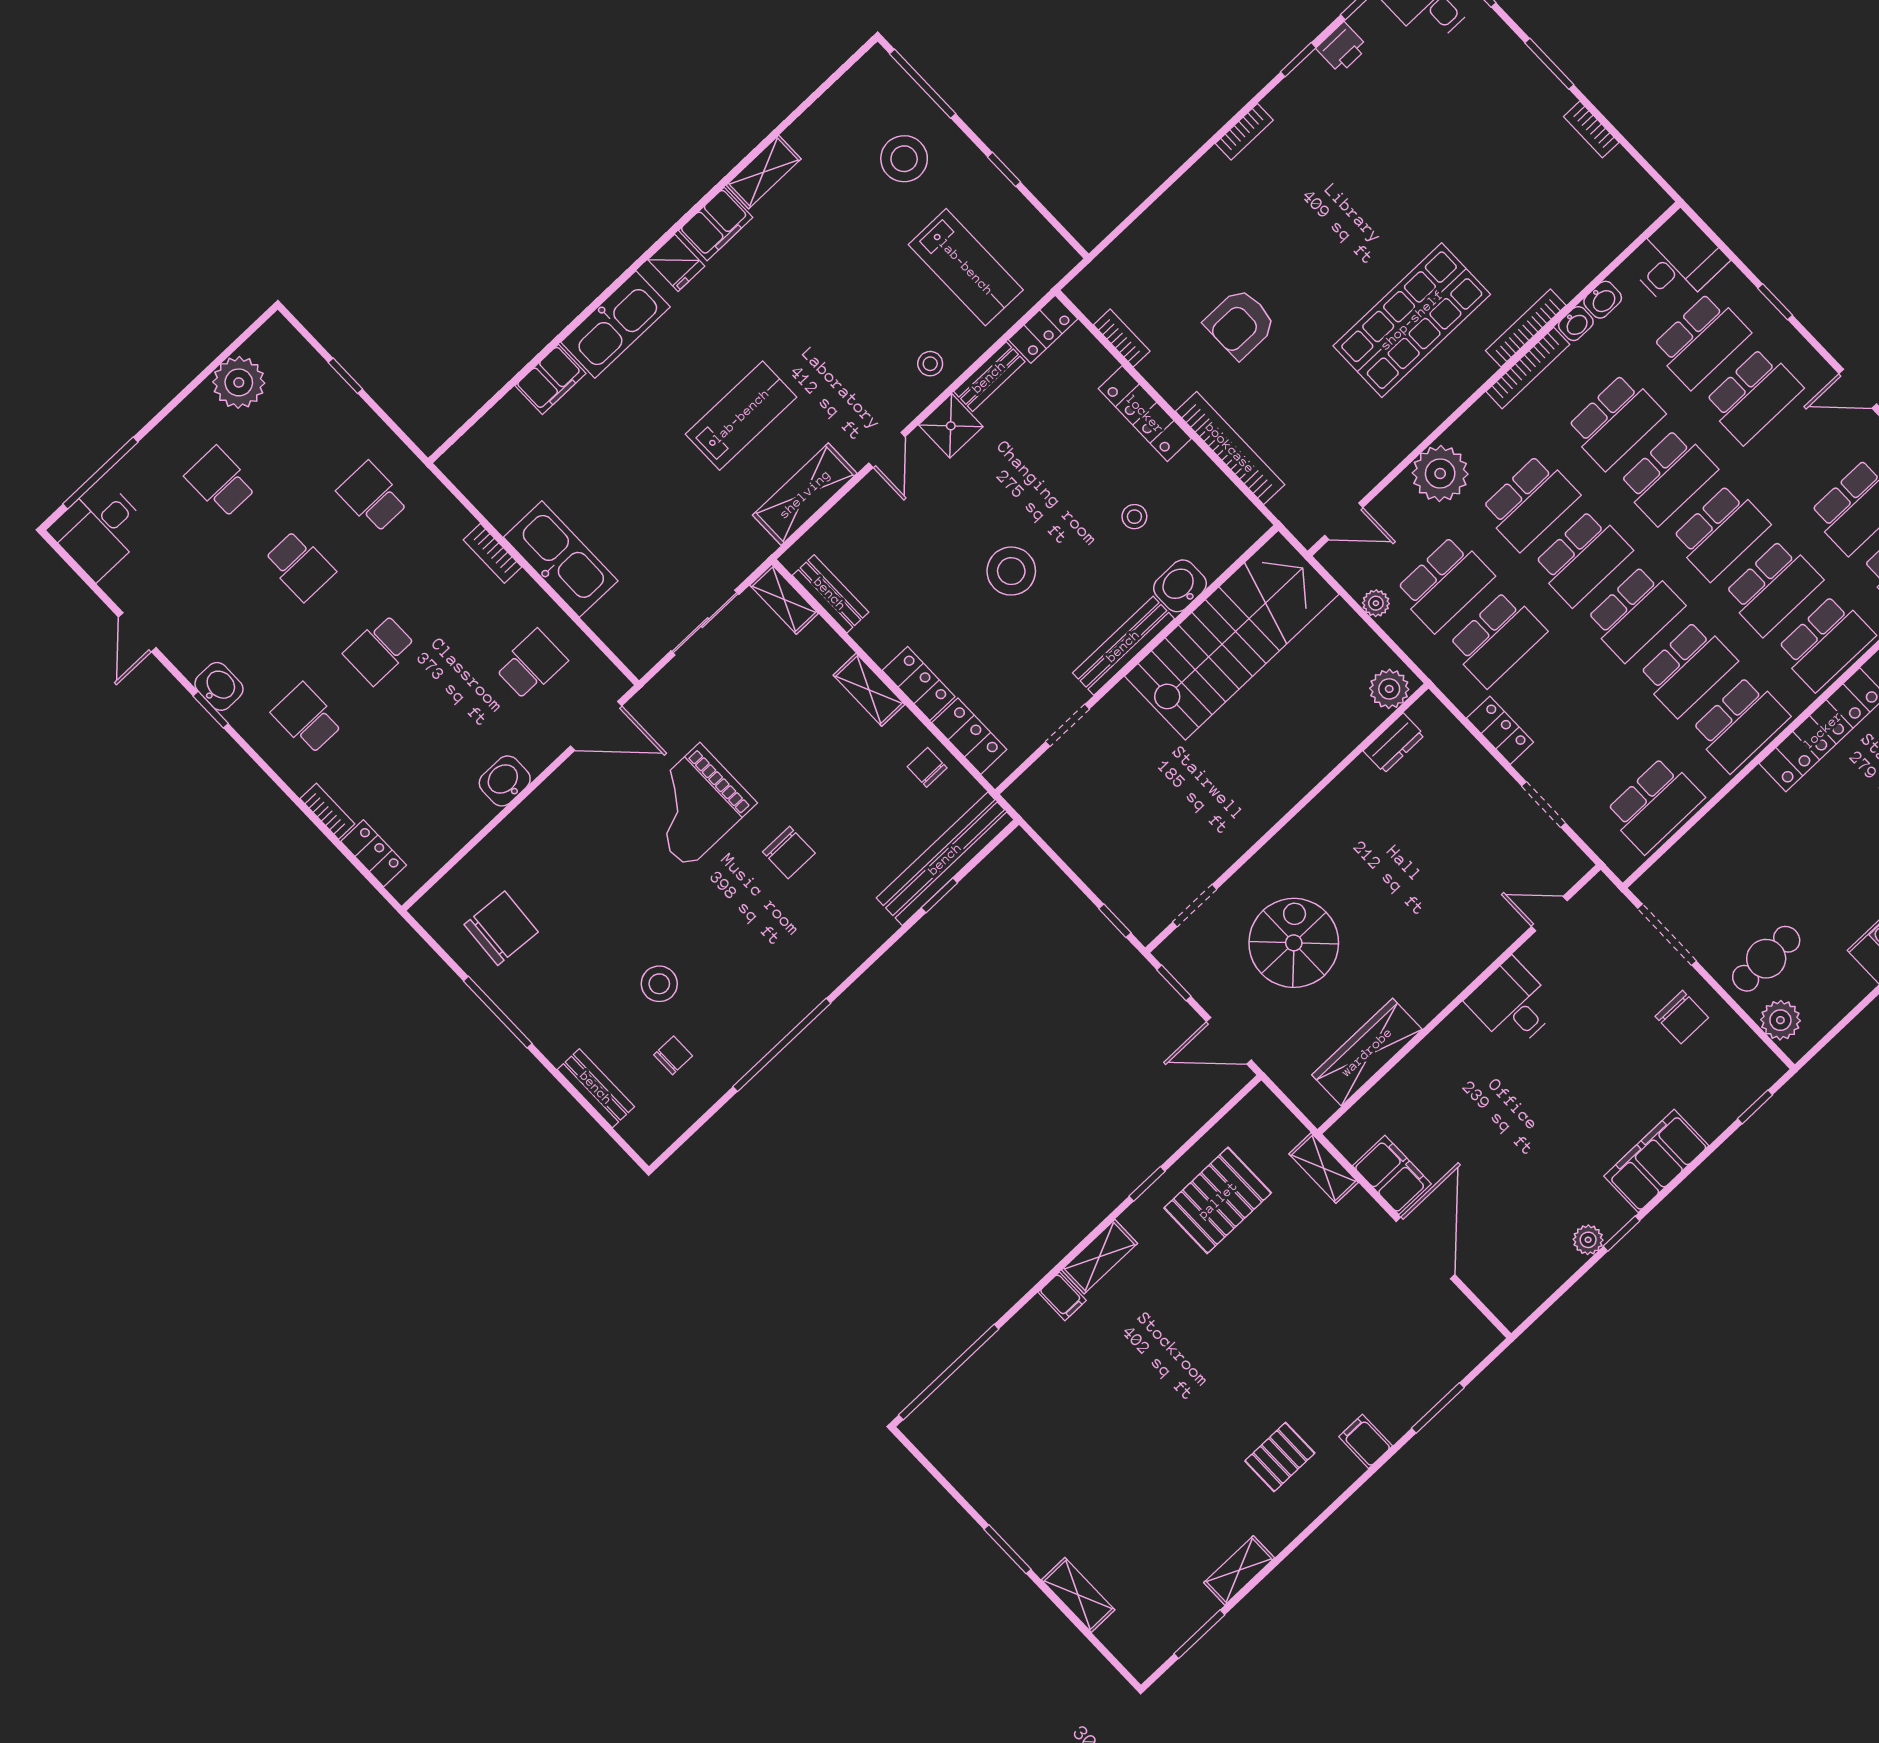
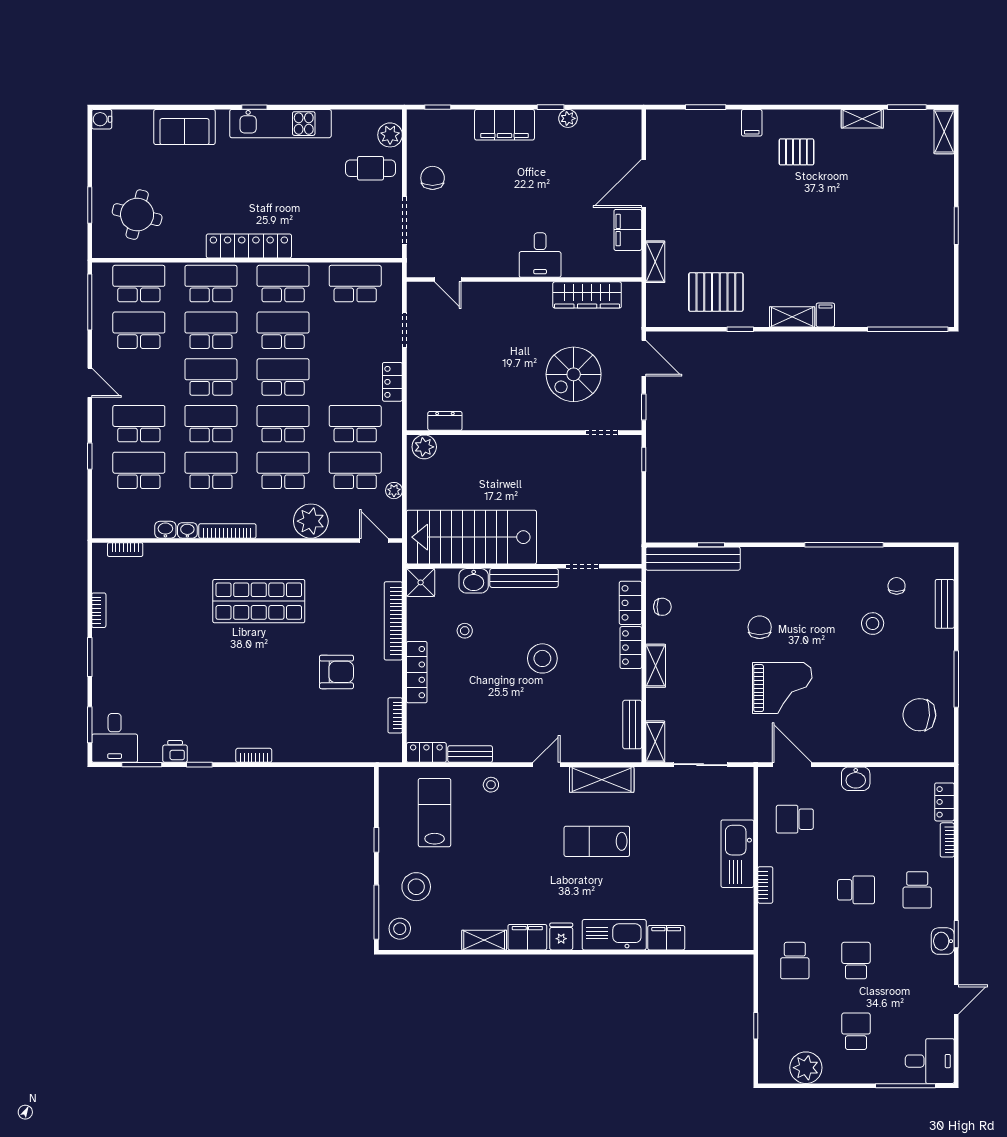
stool: (876, 91) -> (400, 929), added
desk: (1677, 261) -> (116, 516), removed
bookcase: (1526, 328) -> (125, 550), moved, width x0.64
shower: (951, 426) -> (421, 582), moved
school desk: (220, 482) -> (856, 1031), turned 180
chair: (927, 767) -> (662, 607), turned -90
desk: (1512, 1004) -> (540, 255), moved
chair: (673, 1055) -> (897, 586), turned 90
shelving: (1078, 1595) -> (944, 132), moved

